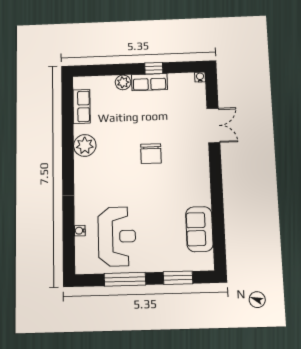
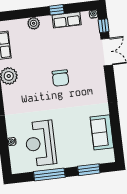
row of seats: (149, 82) -> (67, 20), moved
window: (212, 92) -> (104, 26), added
reception desk: (117, 236) -> (40, 143), turned 180

